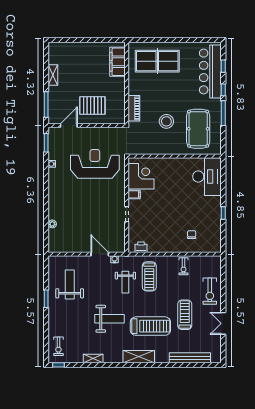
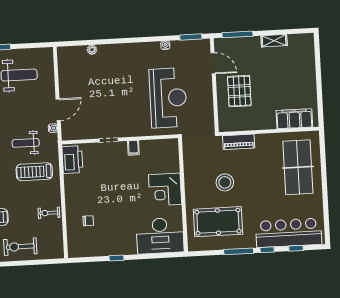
corner desk: (141, 176) -> (165, 190), moved, turned 90
printer: (141, 247) -> (72, 160), width x1.87, depth x1.48

